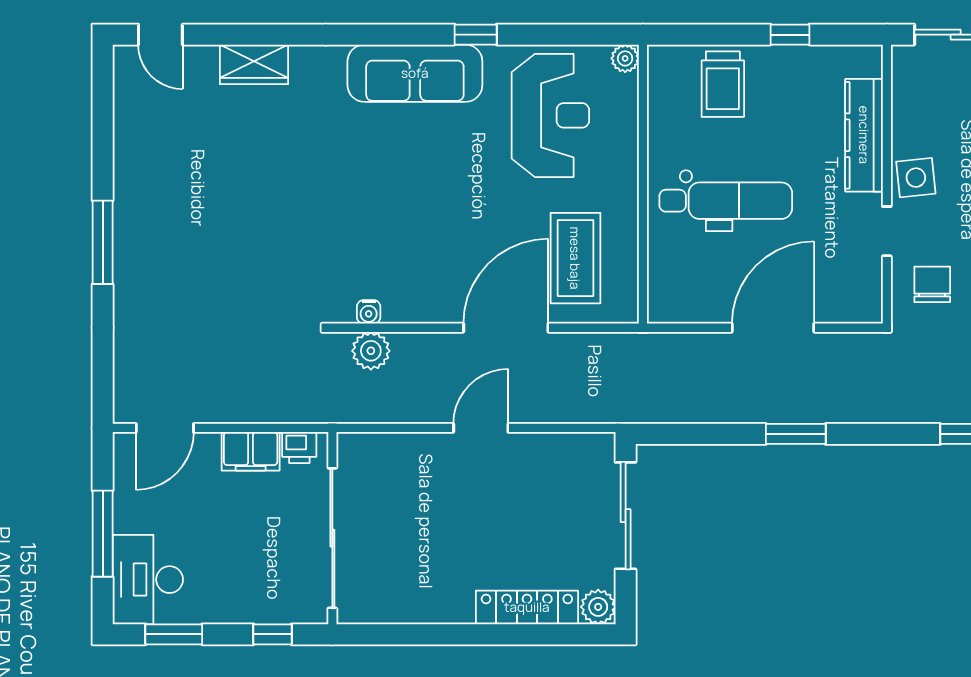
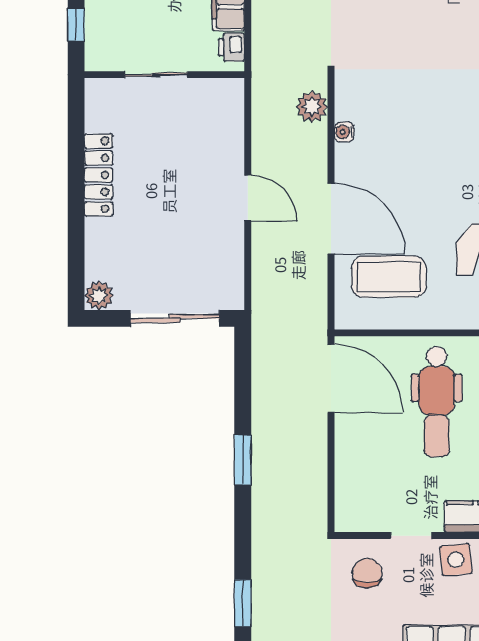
chair: (932, 284) -> (367, 573), turned -90
water cooler: (369, 312) -> (344, 132), moved
door: (773, 328) -> (331, 379), moved
sliding door: (332, 538) -> (156, 75), width x0.54
locker: (527, 607) -> (99, 175), moved

